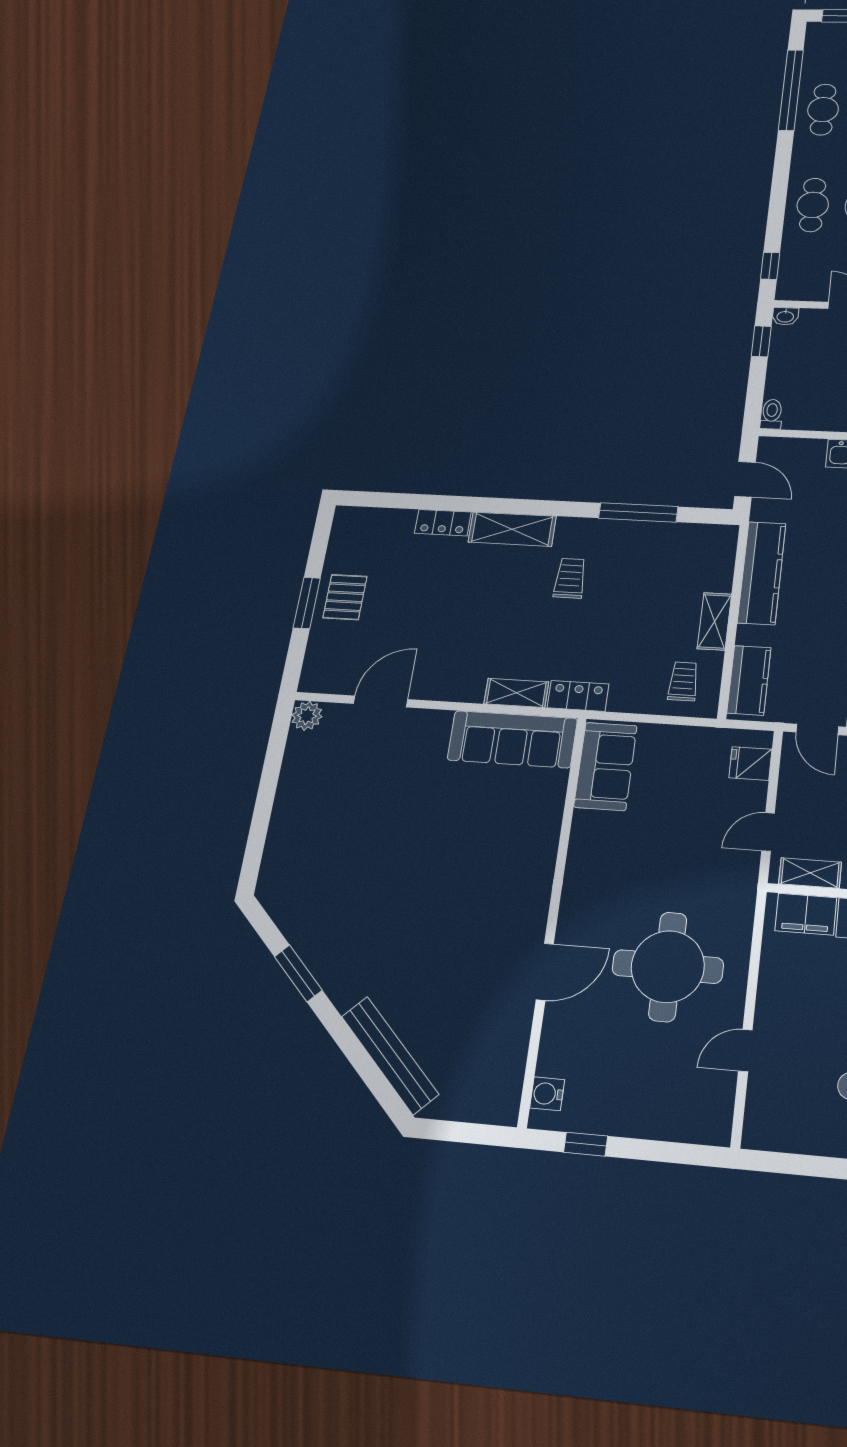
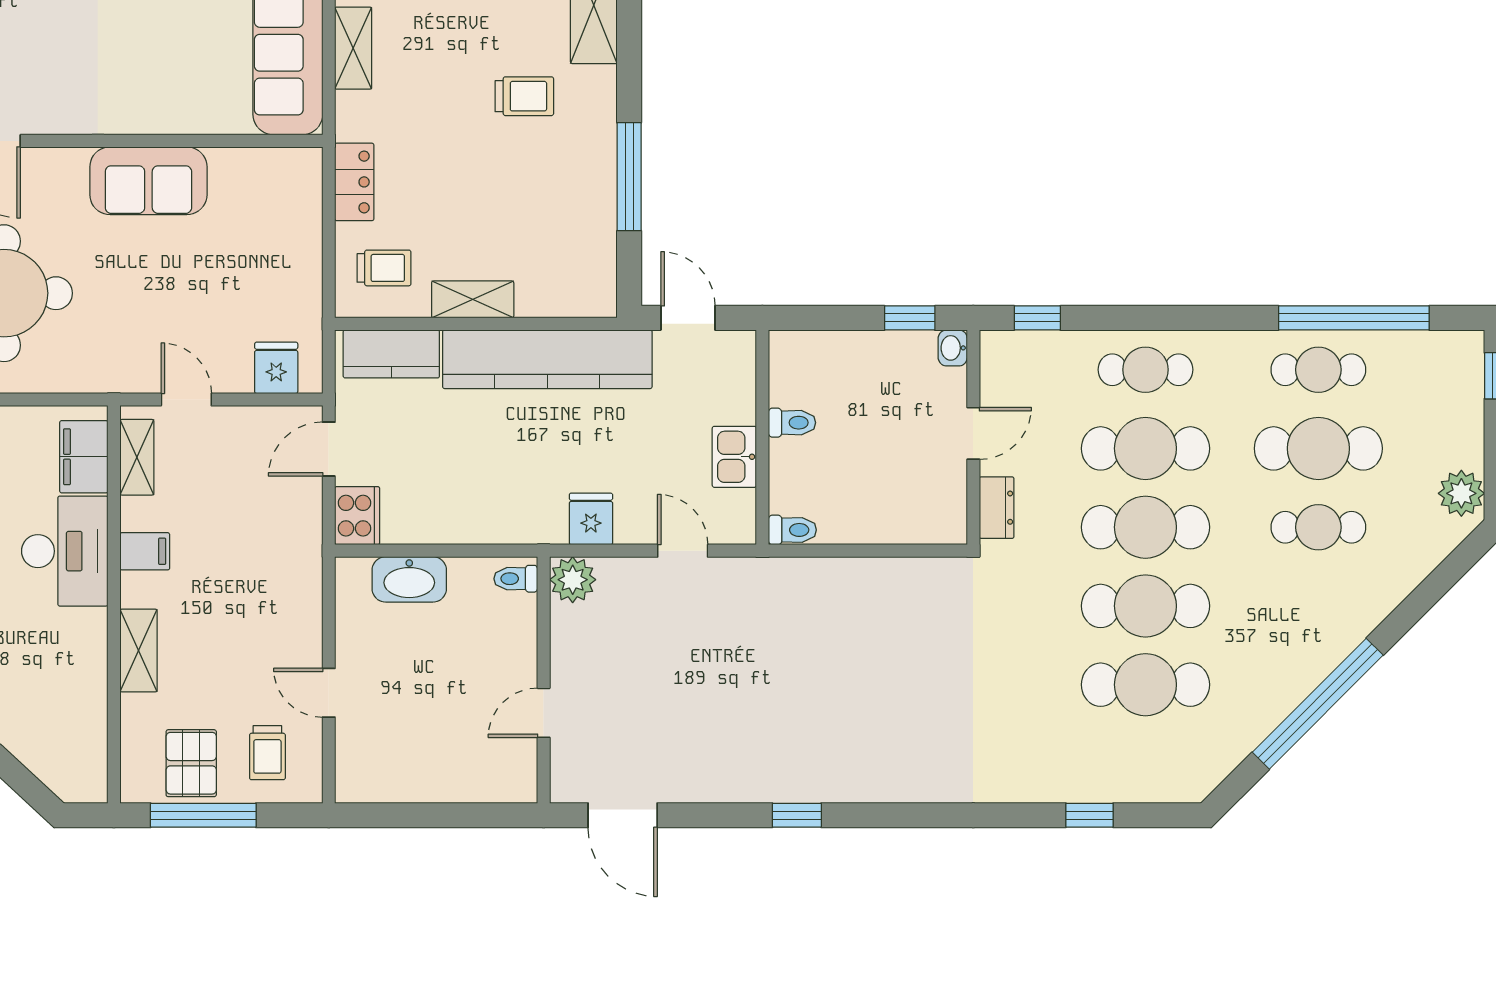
toilet: (772, 414) -> (792, 423), moved
door: (745, 479) -> (688, 318), swing flipped
kitchen counter: (762, 573) -> (547, 359), width x1.39, depth x1.17
locker: (578, 696) -> (354, 182), moved
sofa: (606, 766) -> (148, 181), moved

